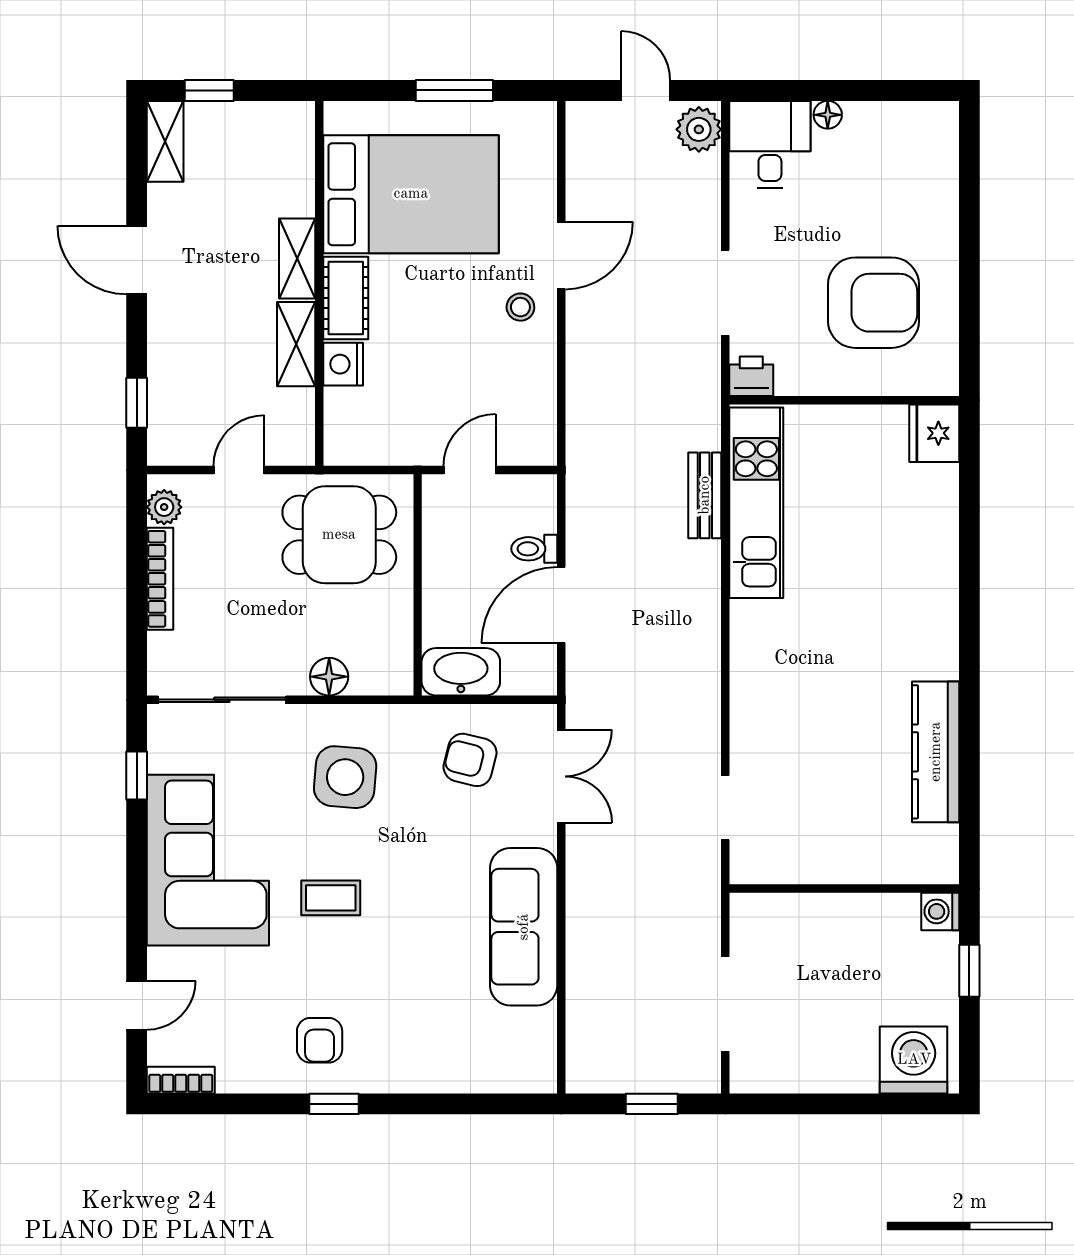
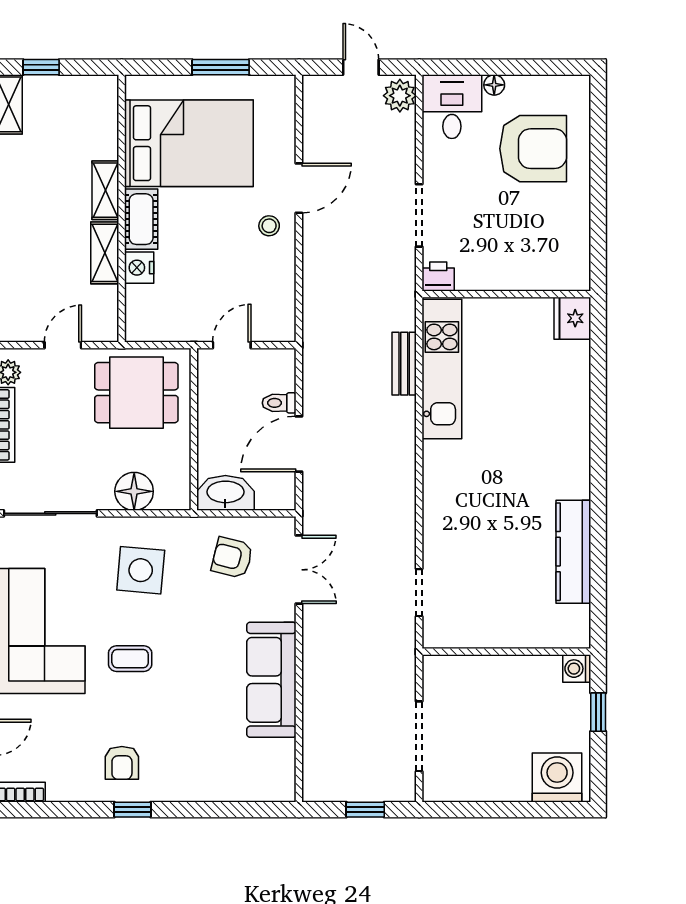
armchair: (874, 303) -> (533, 149), moved
floor lamp: (329, 677) -> (134, 491), width x1.38, depth x1.38

